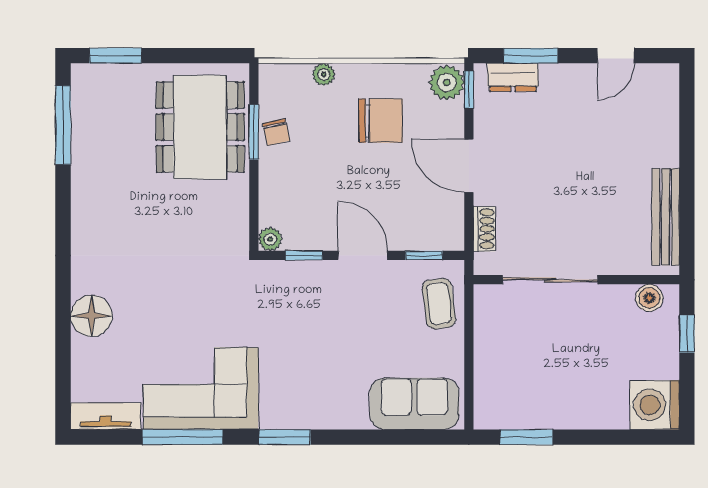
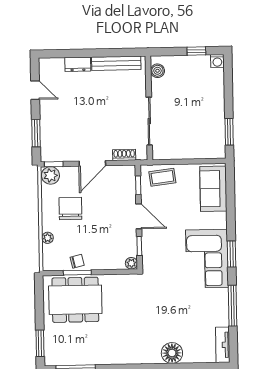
dresser: (513, 77) -> (78, 64), moved, turned 90
door: (363, 255) -> (139, 216), swing flipped
window: (687, 334) -> (196, 51), moved
corner sofa: (201, 388) -> (207, 259), moved
washing machine: (655, 405) -> (217, 61), width x0.53, depth x0.53

